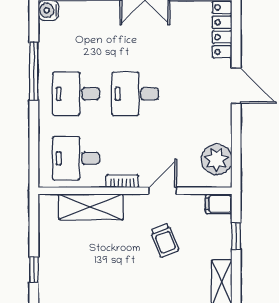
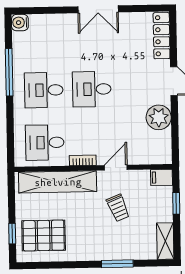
plant: (217, 159) -> (159, 117), moved
shelving: (91, 207) -> (58, 182), width x1.47
pallet: (72, 272) -> (44, 235), added

